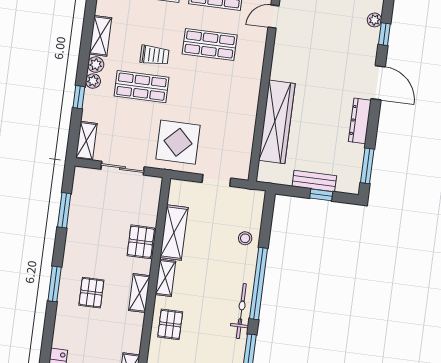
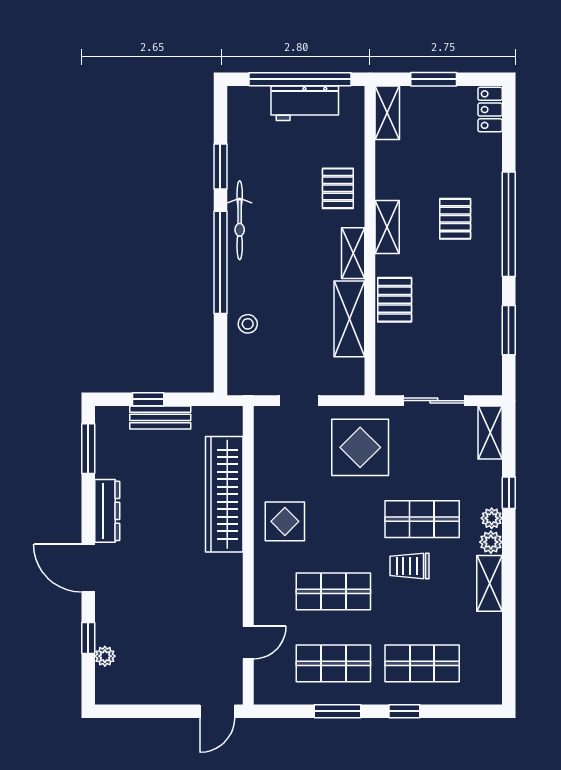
display table: (237, 97) -> (285, 521), added
window: (55, 284) -> (509, 224), width x2.11

